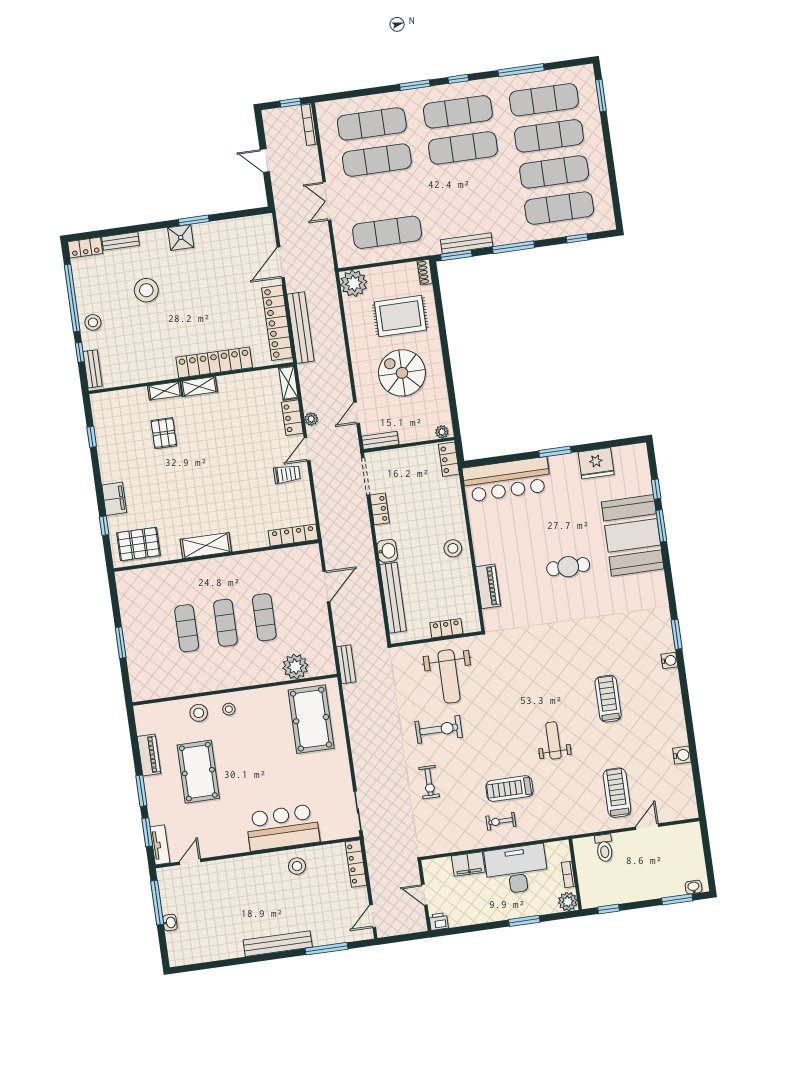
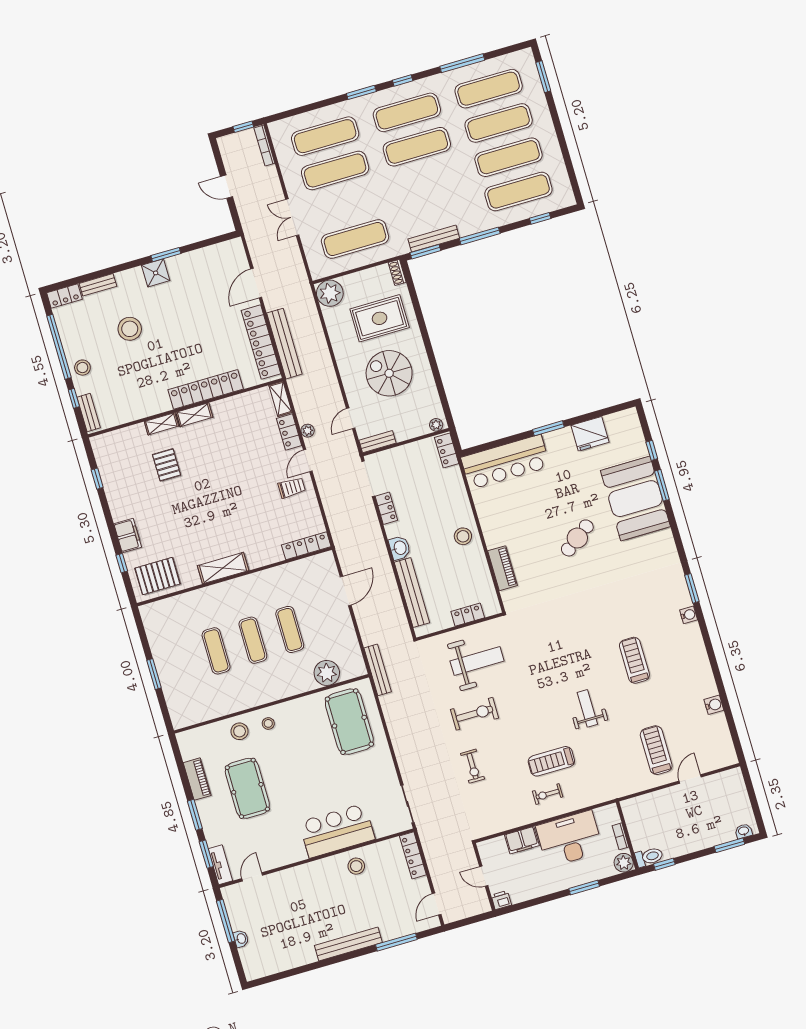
cafe table: (568, 567) -> (577, 538), turned -36
bench: (346, 664) -> (378, 670), width x1.36
weight bench: (449, 676) -> (477, 661), turned -90
toilet: (604, 848) -> (649, 857), moved, turned -90

